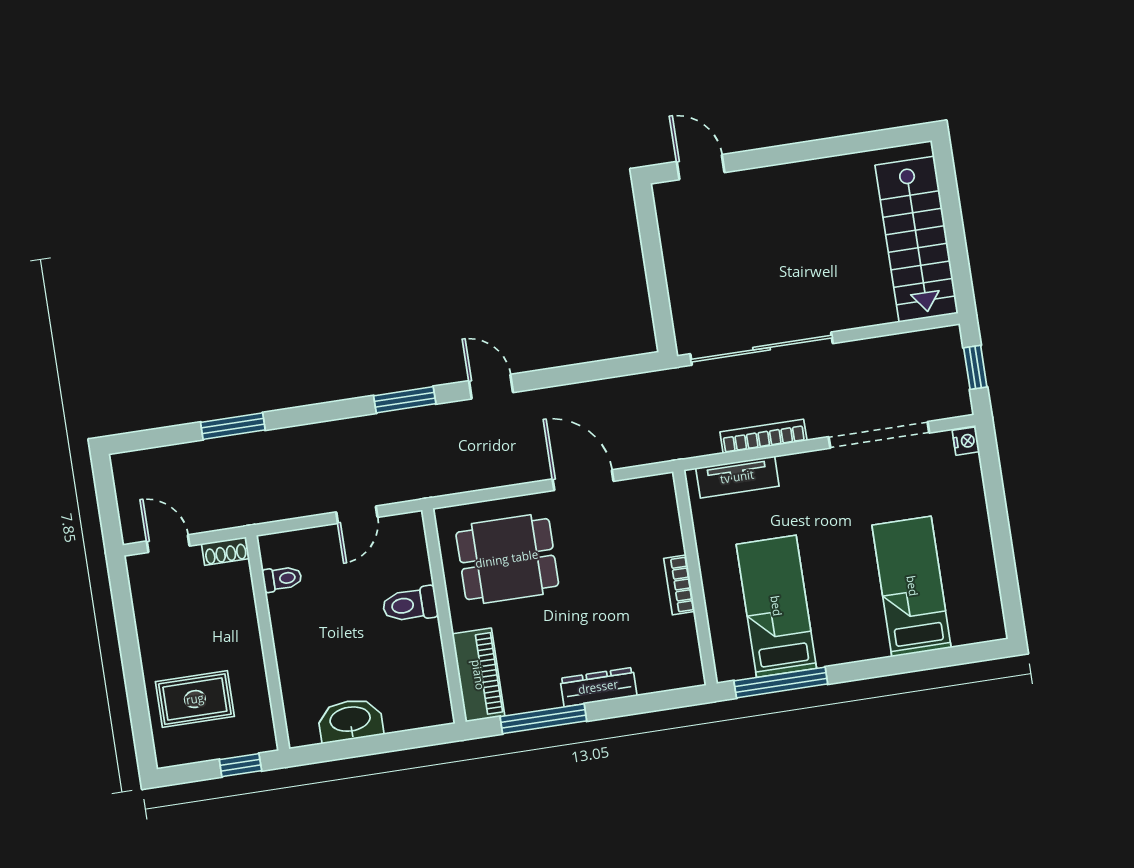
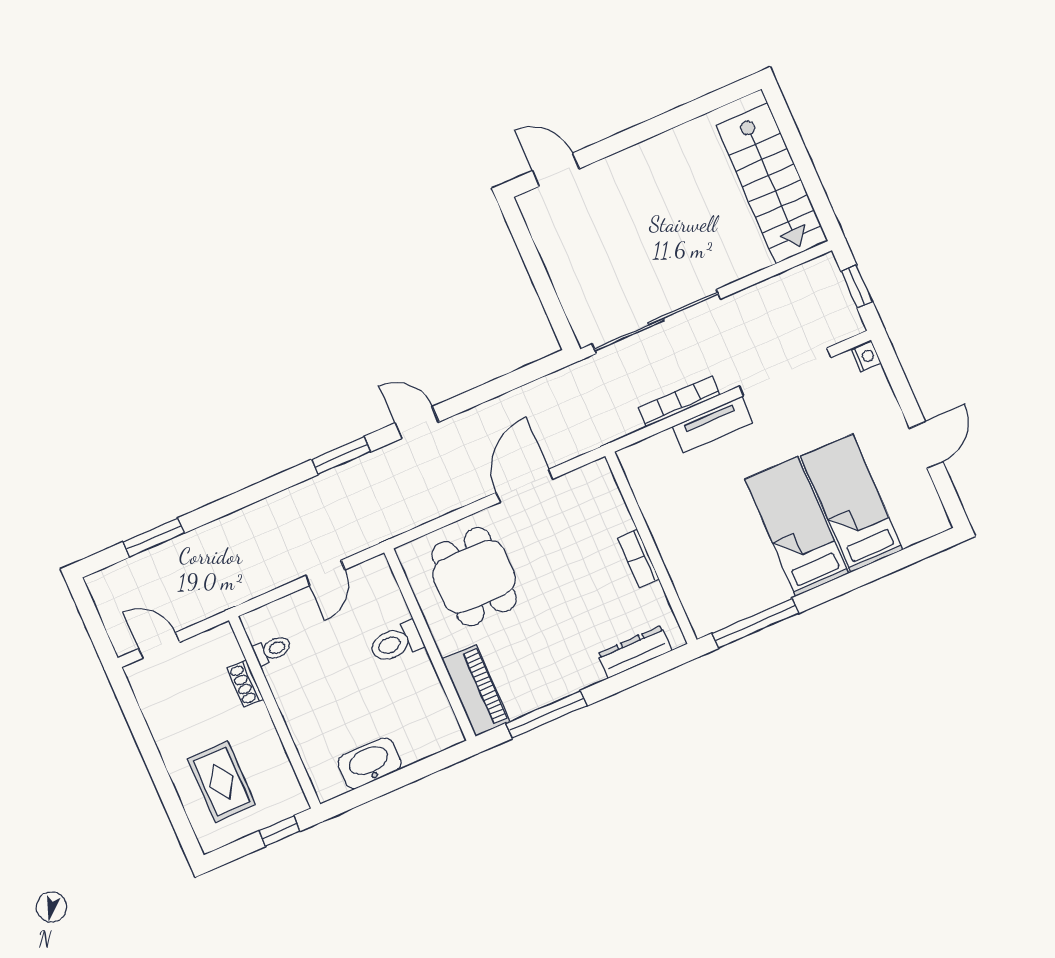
window: (233, 426) -> (154, 537), moved
tv unit: (737, 477) -> (712, 425), moved
door: (583, 480) -> (524, 486), hinge flipped
door: (1003, 547) -> (926, 445), added
shoe rack: (225, 551) -> (245, 683), moved, turned 90
dining table: (507, 559) -> (474, 577), turned 90
bed: (776, 606) -> (797, 526), moved
dresser: (598, 687) -> (635, 652), moved
rug: (195, 699) -> (222, 781), turned 90

